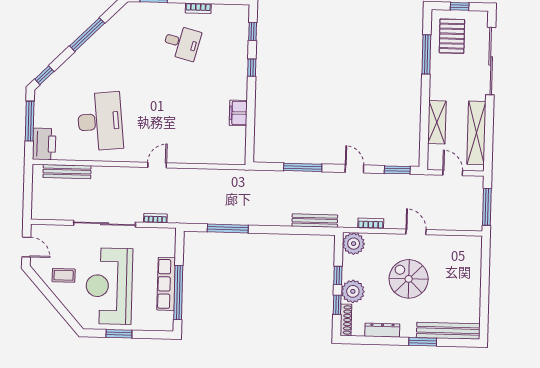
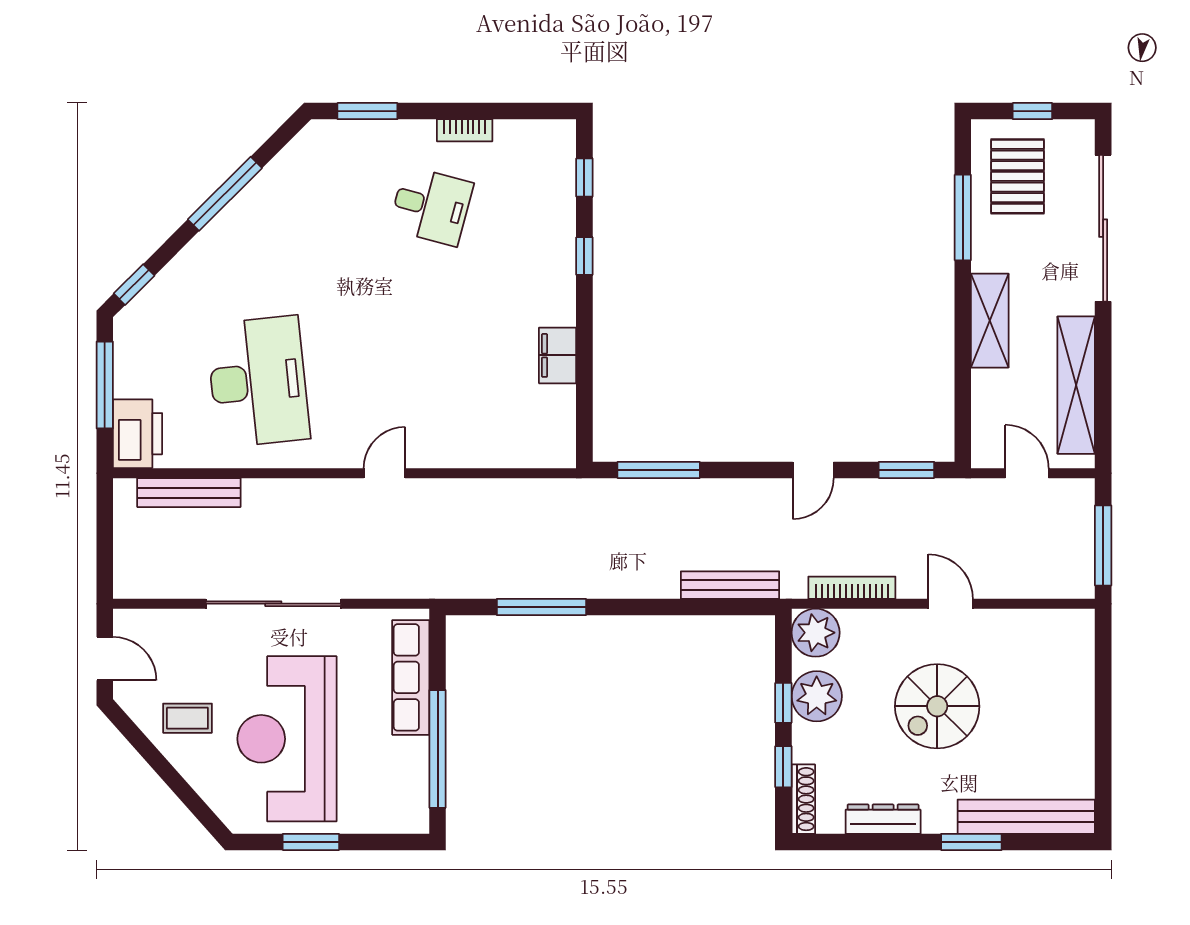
shelving: (437, 122) -> (990, 321), moved
window: (303, 167) -> (659, 470), moved
door: (354, 169) -> (813, 470), swing flipped
bookcase: (155, 218) -> (384, 589), removed
bookcase: (371, 223) -> (852, 588), width x1.56
spiral stairs: (409, 279) -> (937, 706), turned -90
row of seats: (166, 284) -> (411, 677), moved
plant: (353, 291) -> (817, 696), moved

